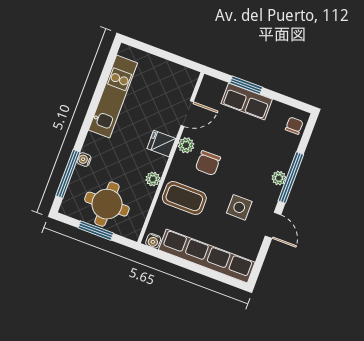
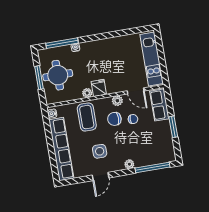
window: (246, 85) -> (173, 127), moved
kitchen unit: (113, 97) -> (152, 59), moved, turned 90
row of seats: (247, 101) -> (160, 105), moved
chair: (294, 126) -> (133, 119), moved
fridge: (161, 144) -> (99, 88), moved
window: (291, 178) -> (153, 168), moved

